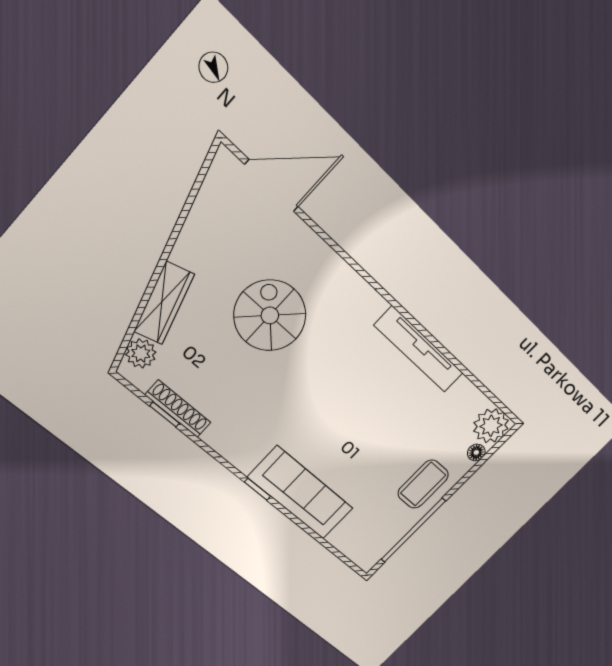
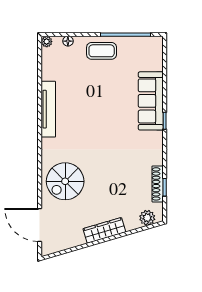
wardrobe: (164, 303) -> (104, 230), moved
spiral stairs: (270, 315) -> (65, 181), moved
plant: (491, 426) -> (47, 42), width x0.53, depth x0.53

